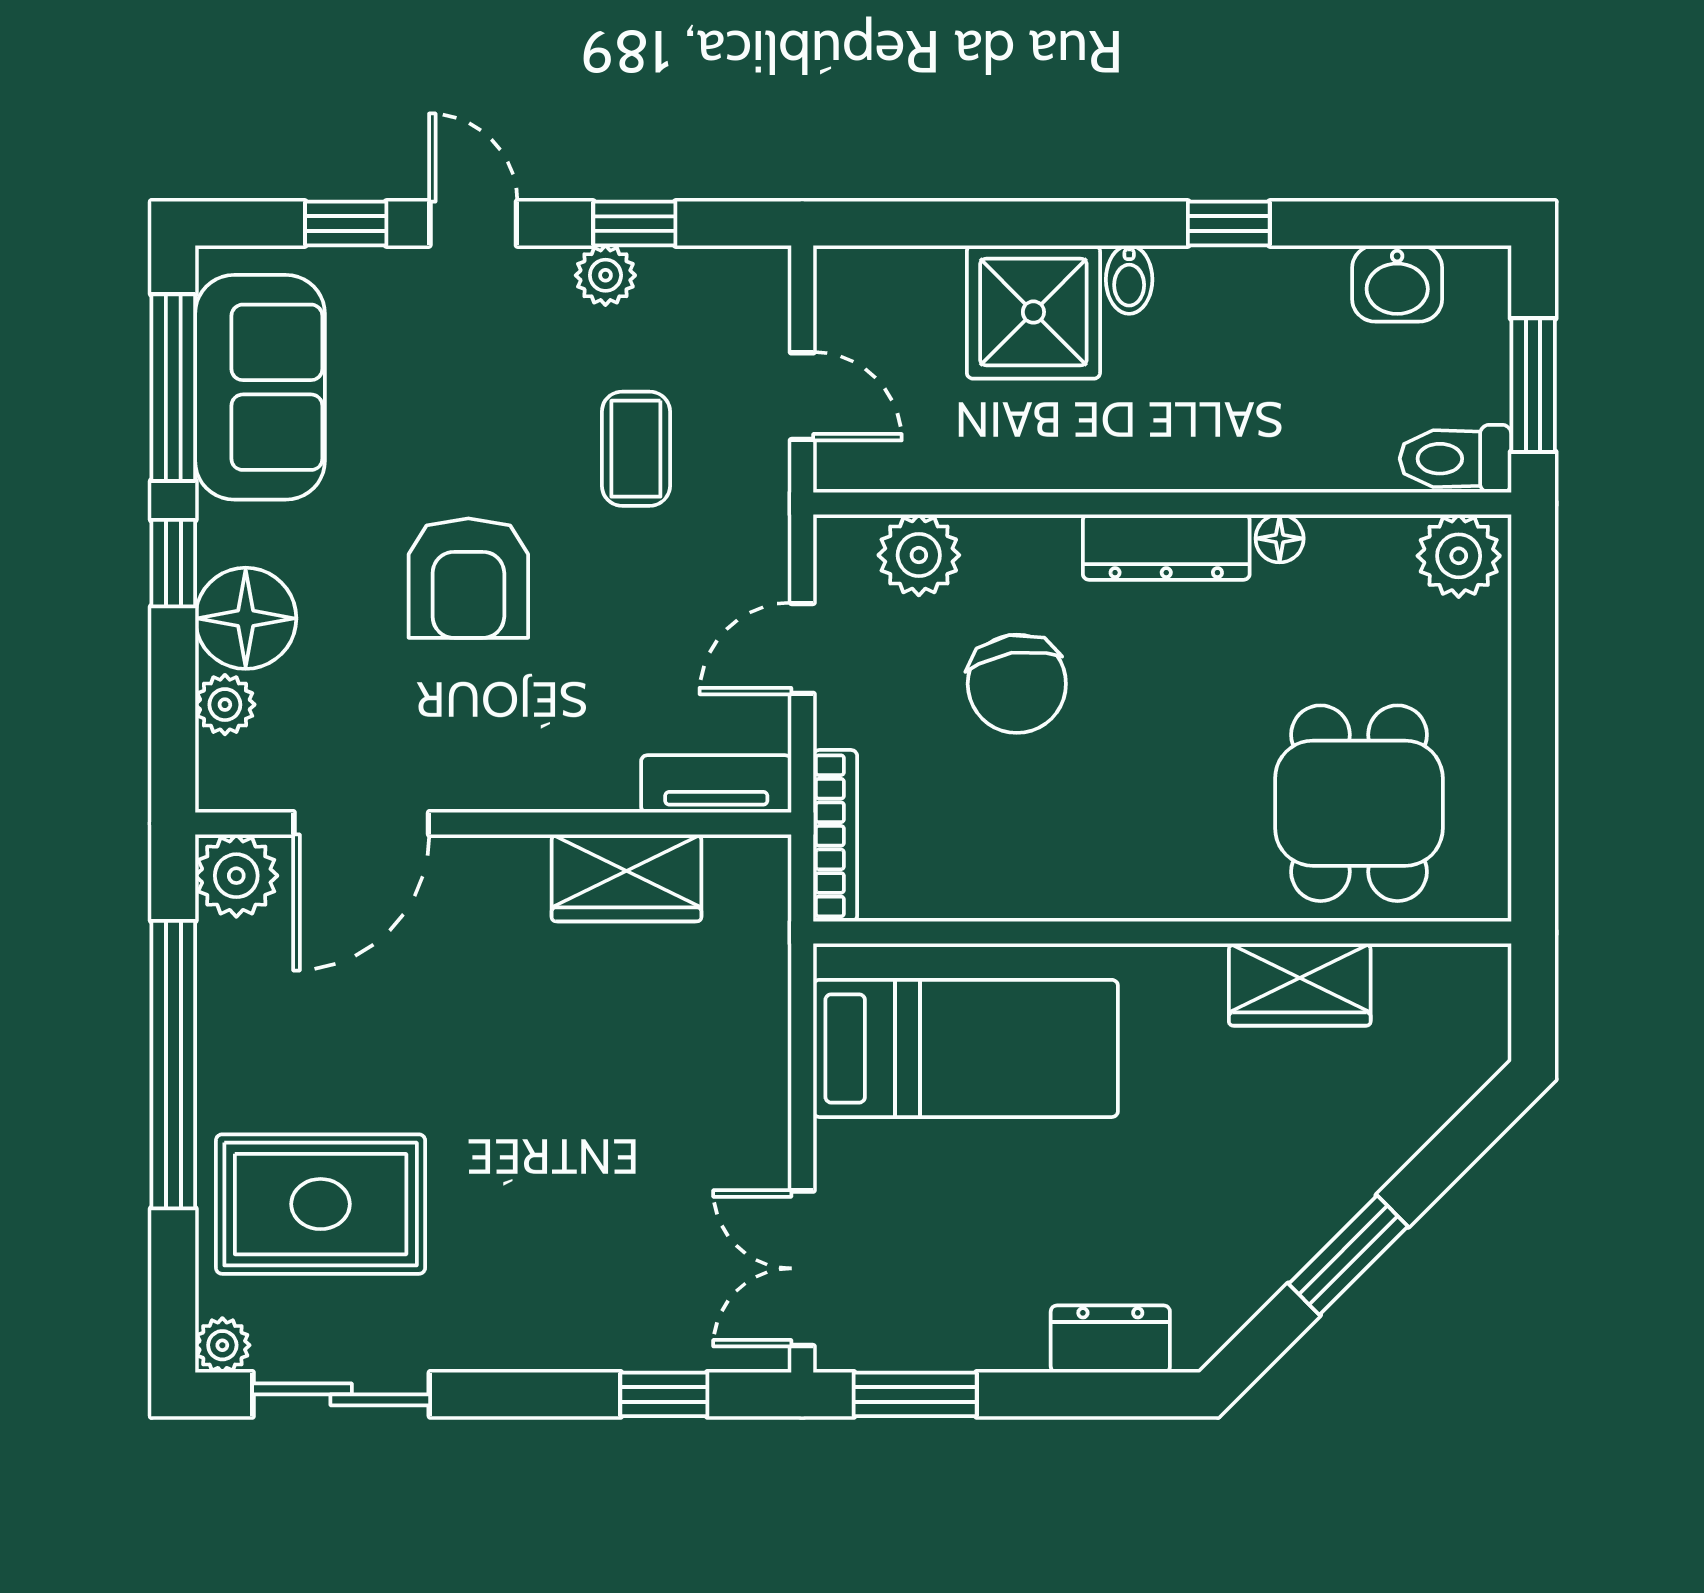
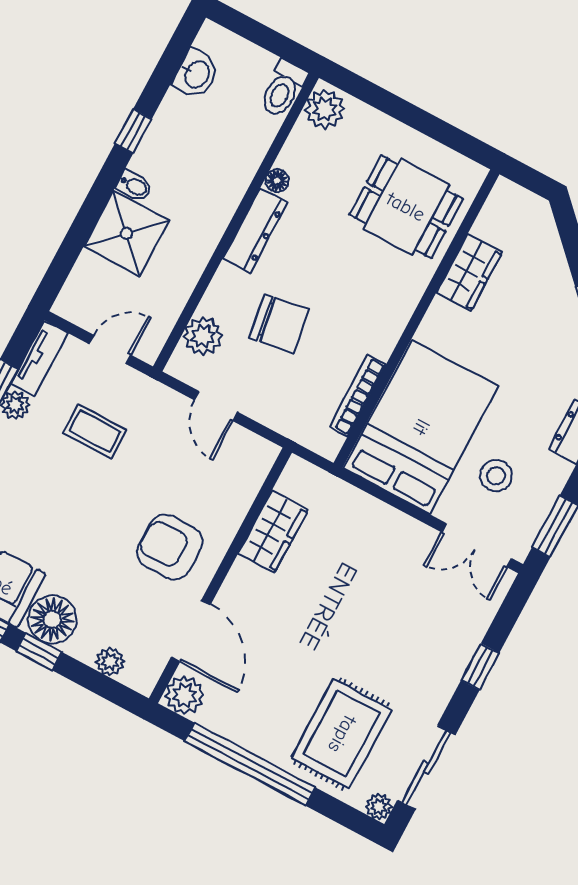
window: (1533, 385) -> (269, 40), removed
armchair: (468, 578) -> (170, 547), moved, turned 180
floor lamp: (246, 618) -> (52, 619), moved
tv unit: (716, 784) -> (39, 358), moved, turned 180
bookcase: (835, 836) -> (358, 396), moved, turned -90
bed: (966, 1048) -> (421, 427), width x1.50
stool: (950, 1235) -> (496, 476), added
window: (664, 1394) -> (480, 667), moved

